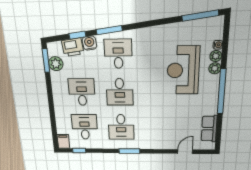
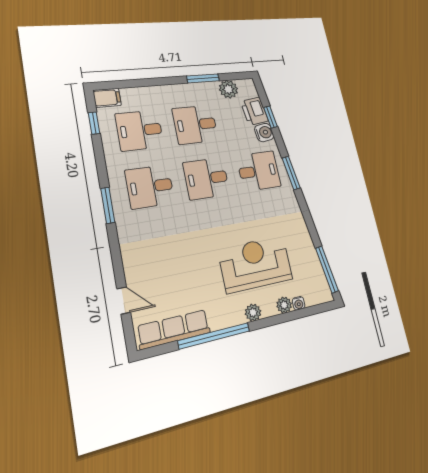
window: (109, 30) -> (291, 173), moved
window: (46, 61) -> (203, 78), moved
plant: (215, 68) -> (253, 312), moved
desk: (82, 92) -> (195, 125), turned 180
window: (222, 92) -> (214, 336), moved
desk: (85, 127) -> (140, 130), turned 180
row of seats: (209, 129) -> (174, 329), width x1.48

